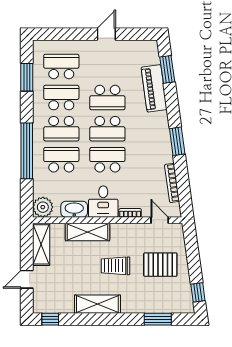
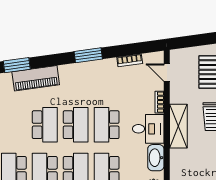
bookcase: (172, 183) -> (130, 60), width x0.64
door: (160, 220) -> (167, 73), hinge flipped
shelving: (87, 232) -> (178, 126), moved

